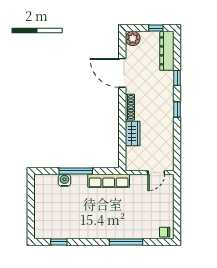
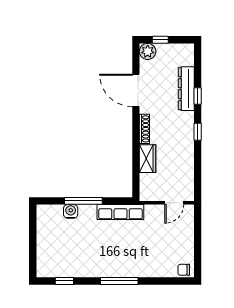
window: (156, 28) -> (160, 40), moved
dresser: (167, 51) -> (186, 89), moved
window: (126, 242) -> (119, 281), moved

